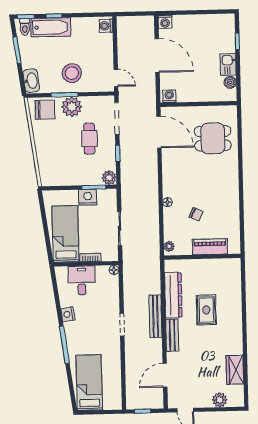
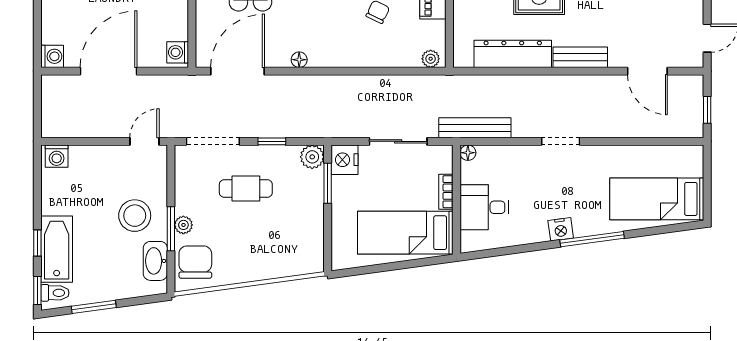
washbasin: (31, 81) -> (155, 261), moved, turned -82
plant: (72, 107) -> (183, 225), width x0.53, depth x0.53
nightstand: (88, 197) -> (345, 160), moved
floor lamp: (167, 202) -> (299, 60), moved
nightstand: (68, 314) -> (561, 229), moved
bench: (155, 316) -> (475, 128), moved

